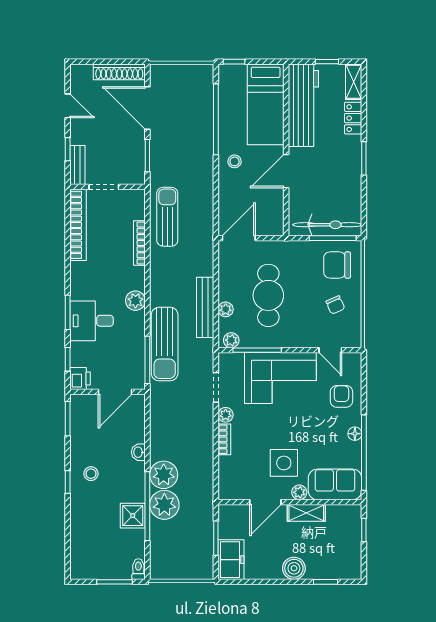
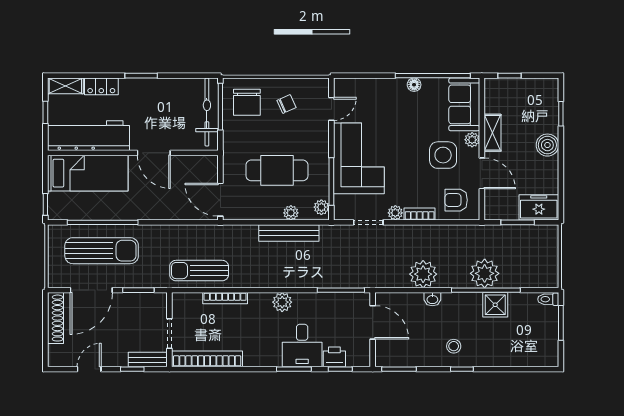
stool: (235, 161) -> (144, 204), removed
sun lounger: (165, 344) -> (102, 251), moved
printer: (80, 379) -> (334, 357), moved
armchair: (341, 396) -> (456, 200), moved
plant: (164, 475) -> (423, 274), moved

